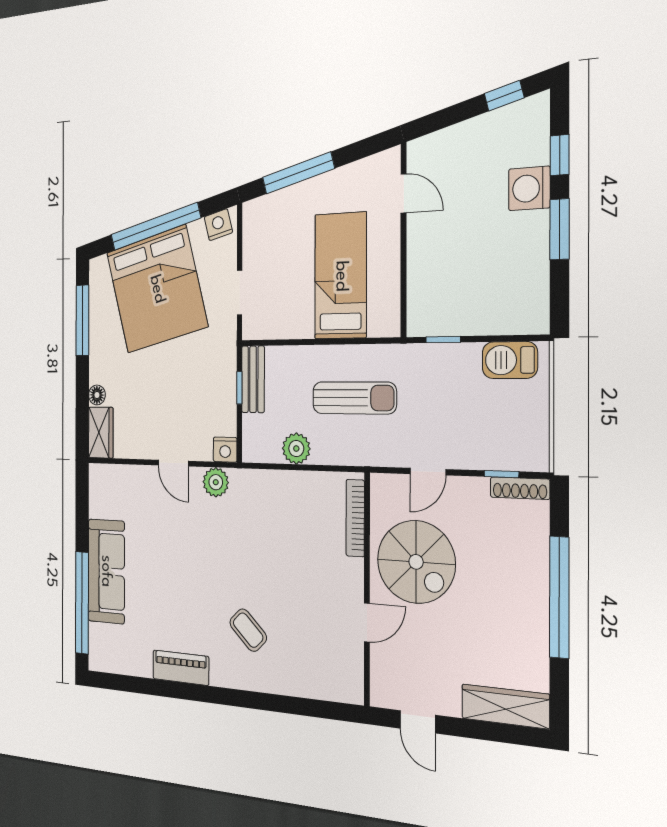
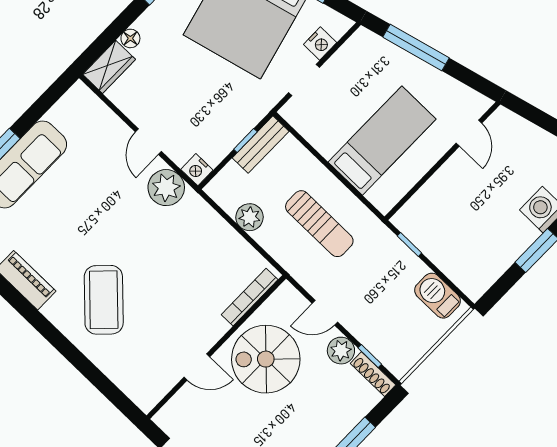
nightstand: (218, 225) -> (320, 44), moved, turned 104
plant: (216, 482) -> (166, 188), width x1.36, depth x1.36
plant: (472, 493) -> (341, 351), added
spiral stairs: (416, 562) -> (266, 359), turned 90
coffee table: (248, 630) -> (104, 300), width x1.86, depth x1.72

